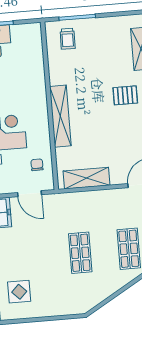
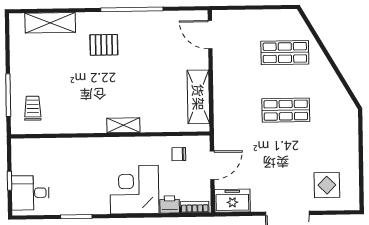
trolley: (68, 39) -> (33, 108), turned -91
pallet: (125, 95) -> (104, 45), turned 90
shelving: (60, 116) -> (123, 125), width x0.45, depth x0.75

